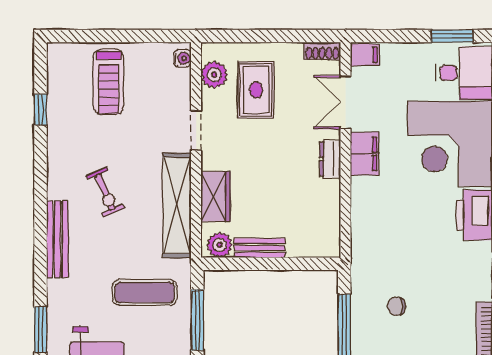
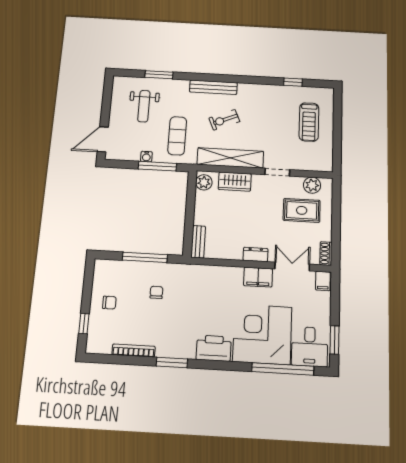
water cooler: (182, 58) -> (146, 157), moved
treadmill: (108, 82) -> (309, 122), turned -90
exercise bike: (105, 192) -> (224, 120), moved
bench: (260, 248) -> (198, 242), moved

